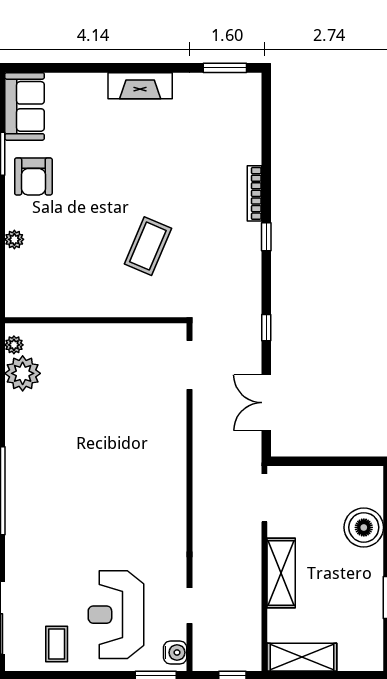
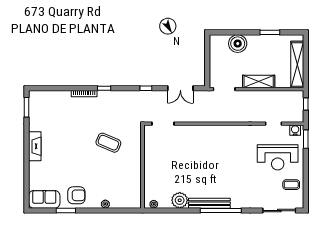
plant: (23, 373) -> (180, 200), moved
bench: (16, 466) -> (209, 203), added
shelving: (302, 657) -> (297, 64), width x1.47

